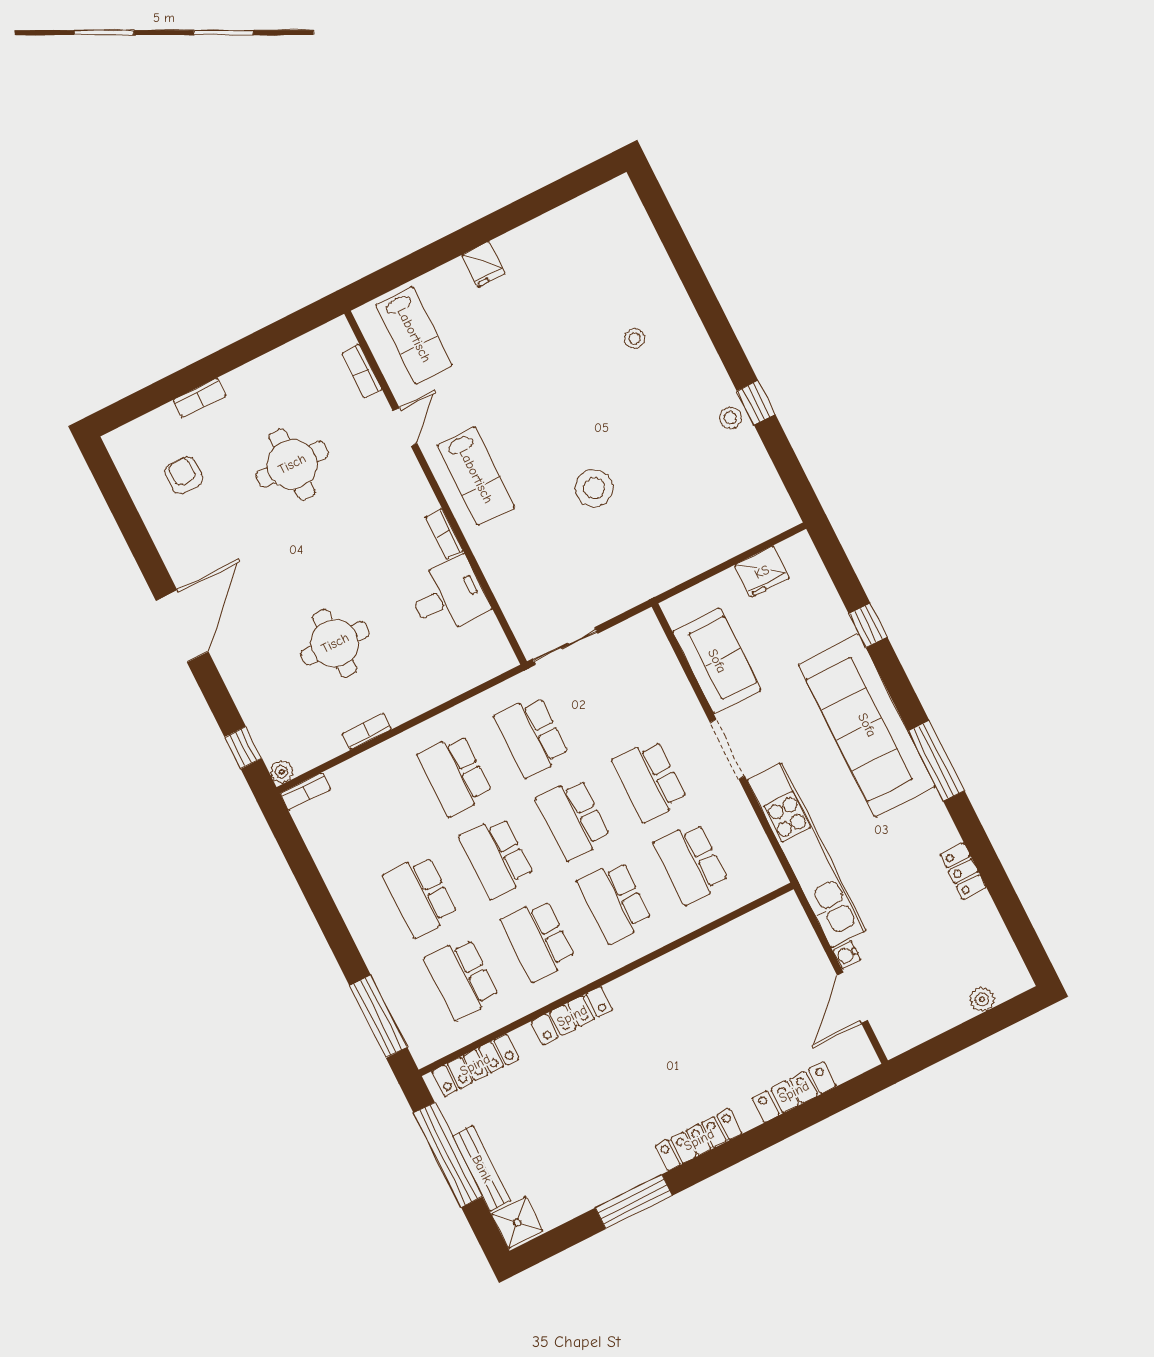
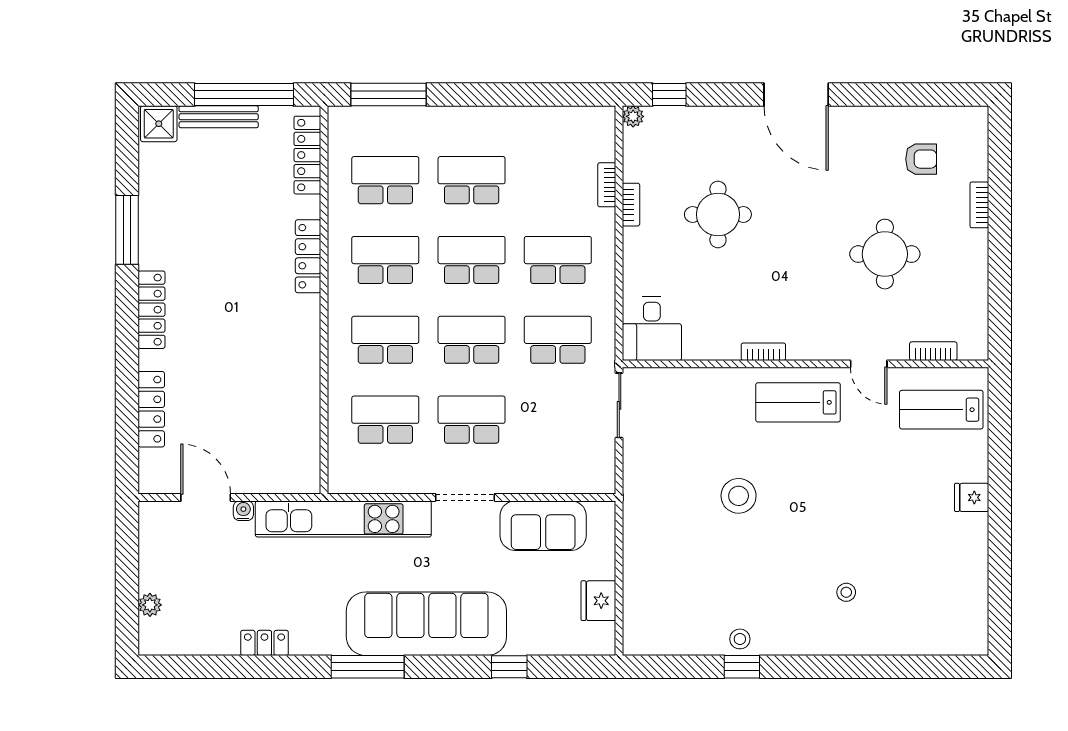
desk: (448, 596) -> (652, 329), moved
bookcase: (305, 791) -> (607, 185), moved

